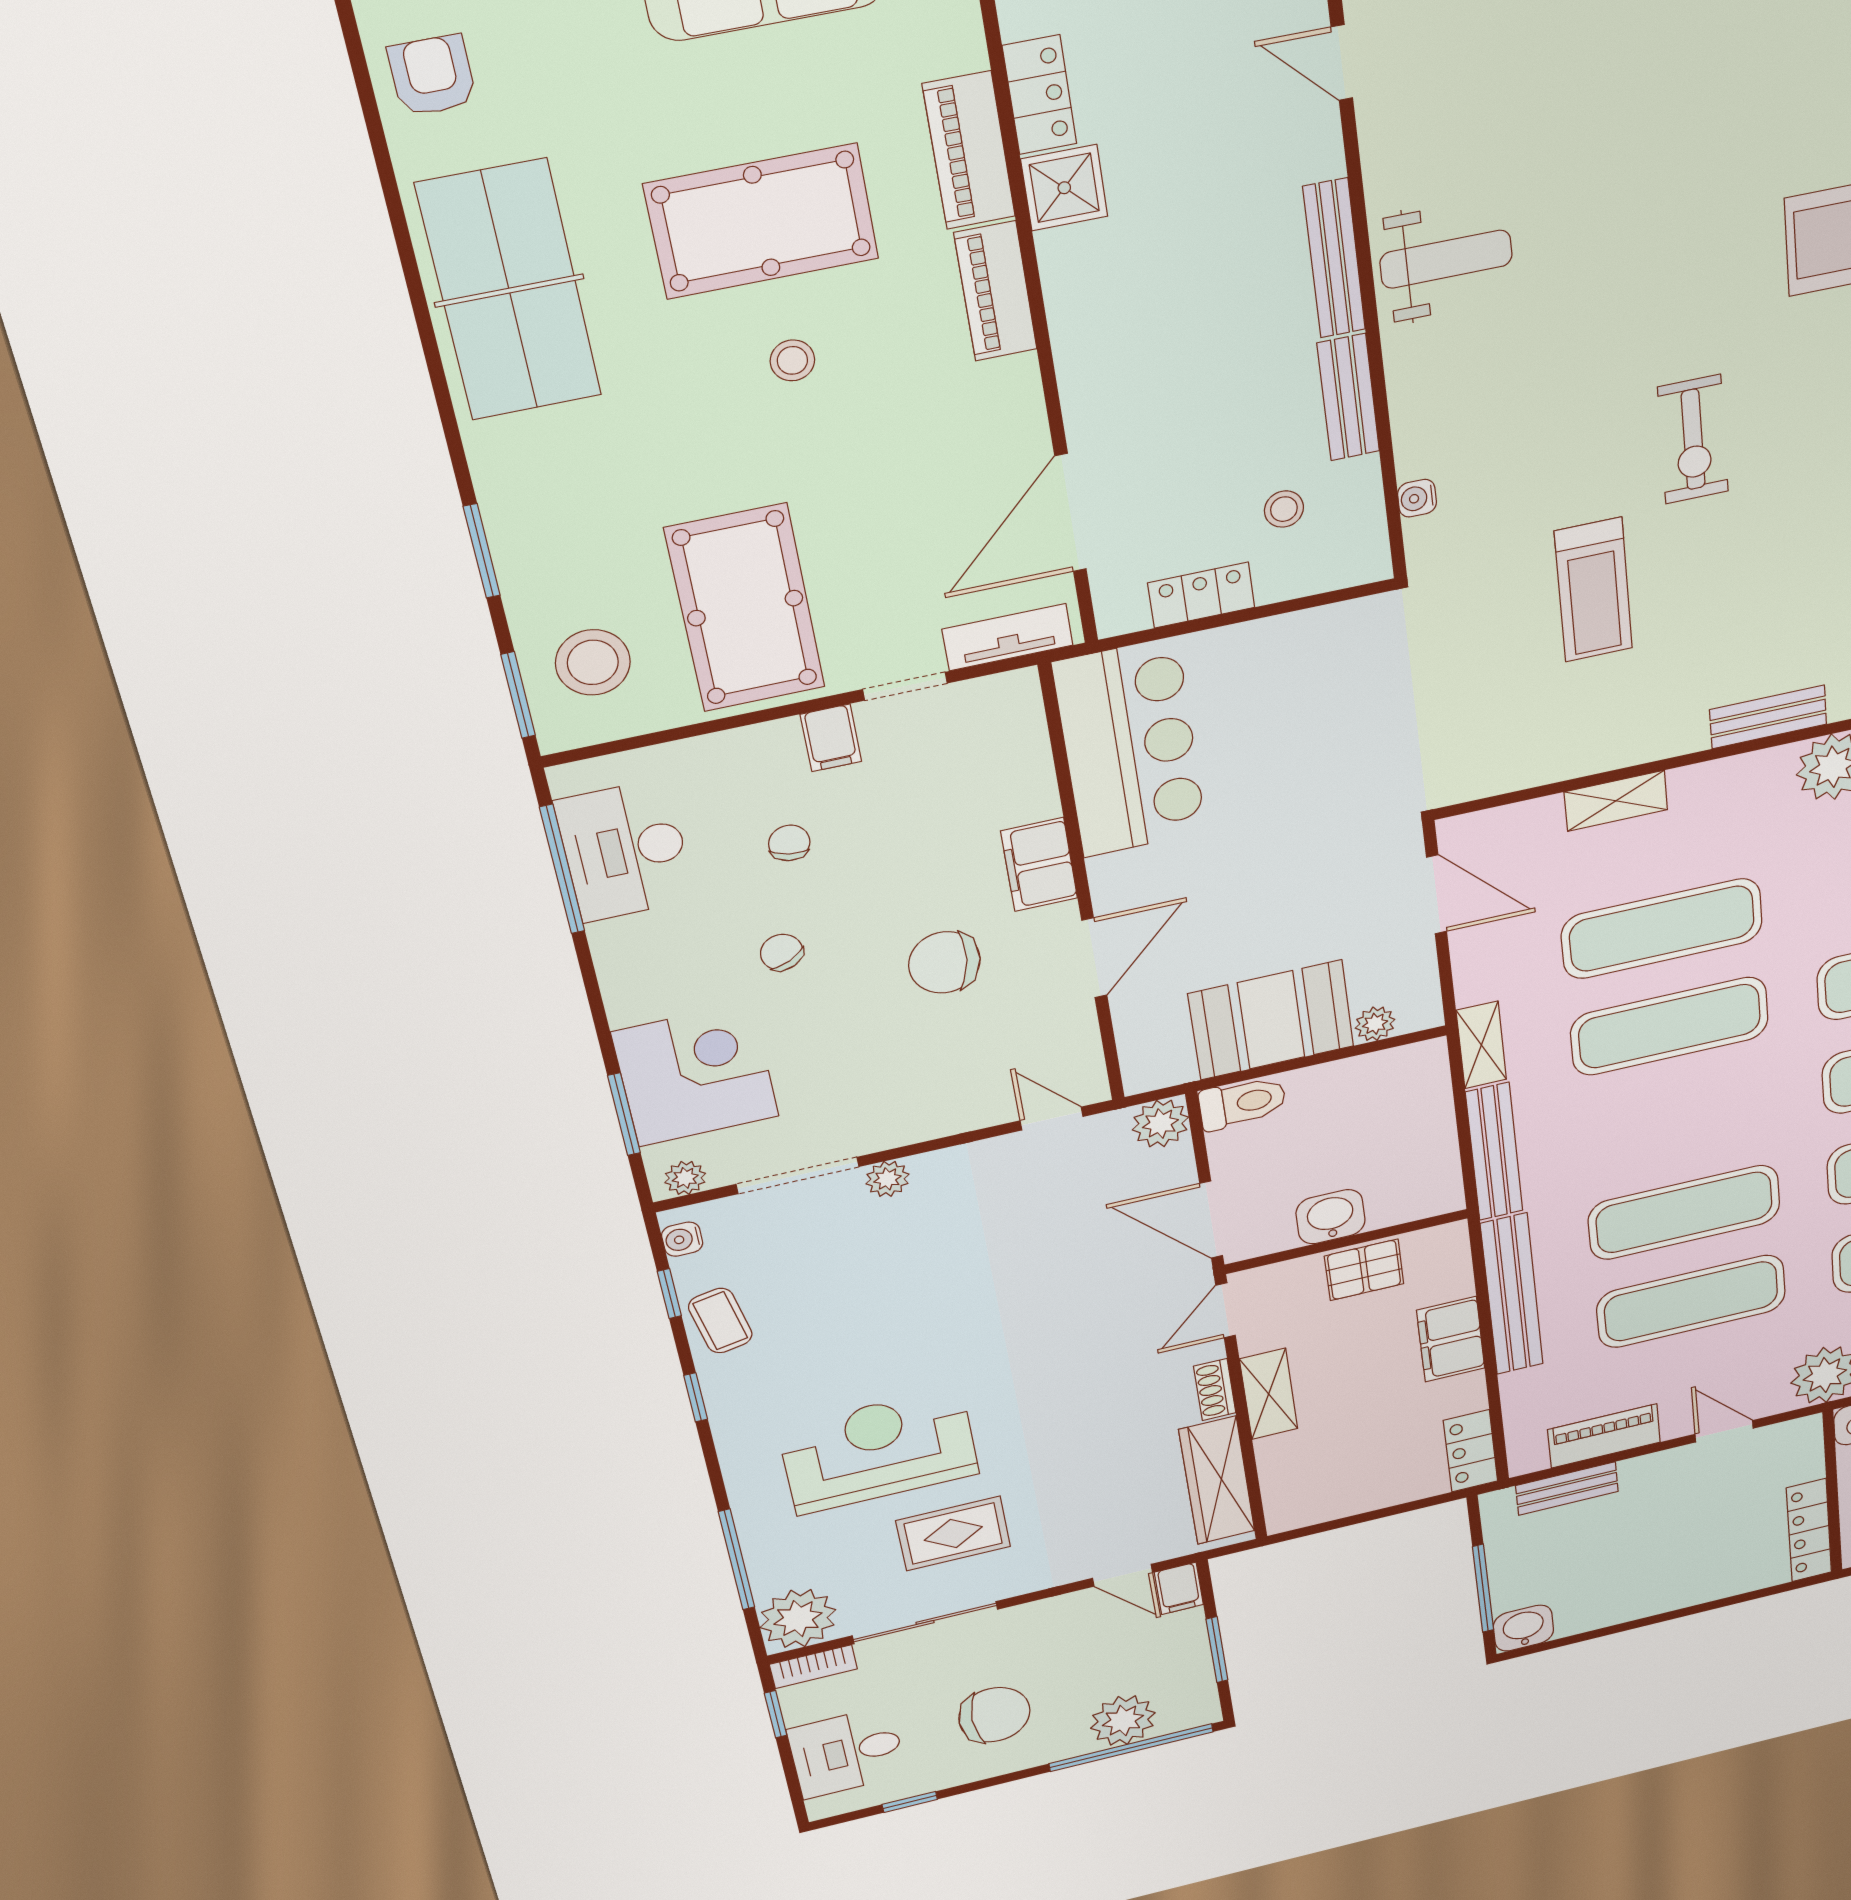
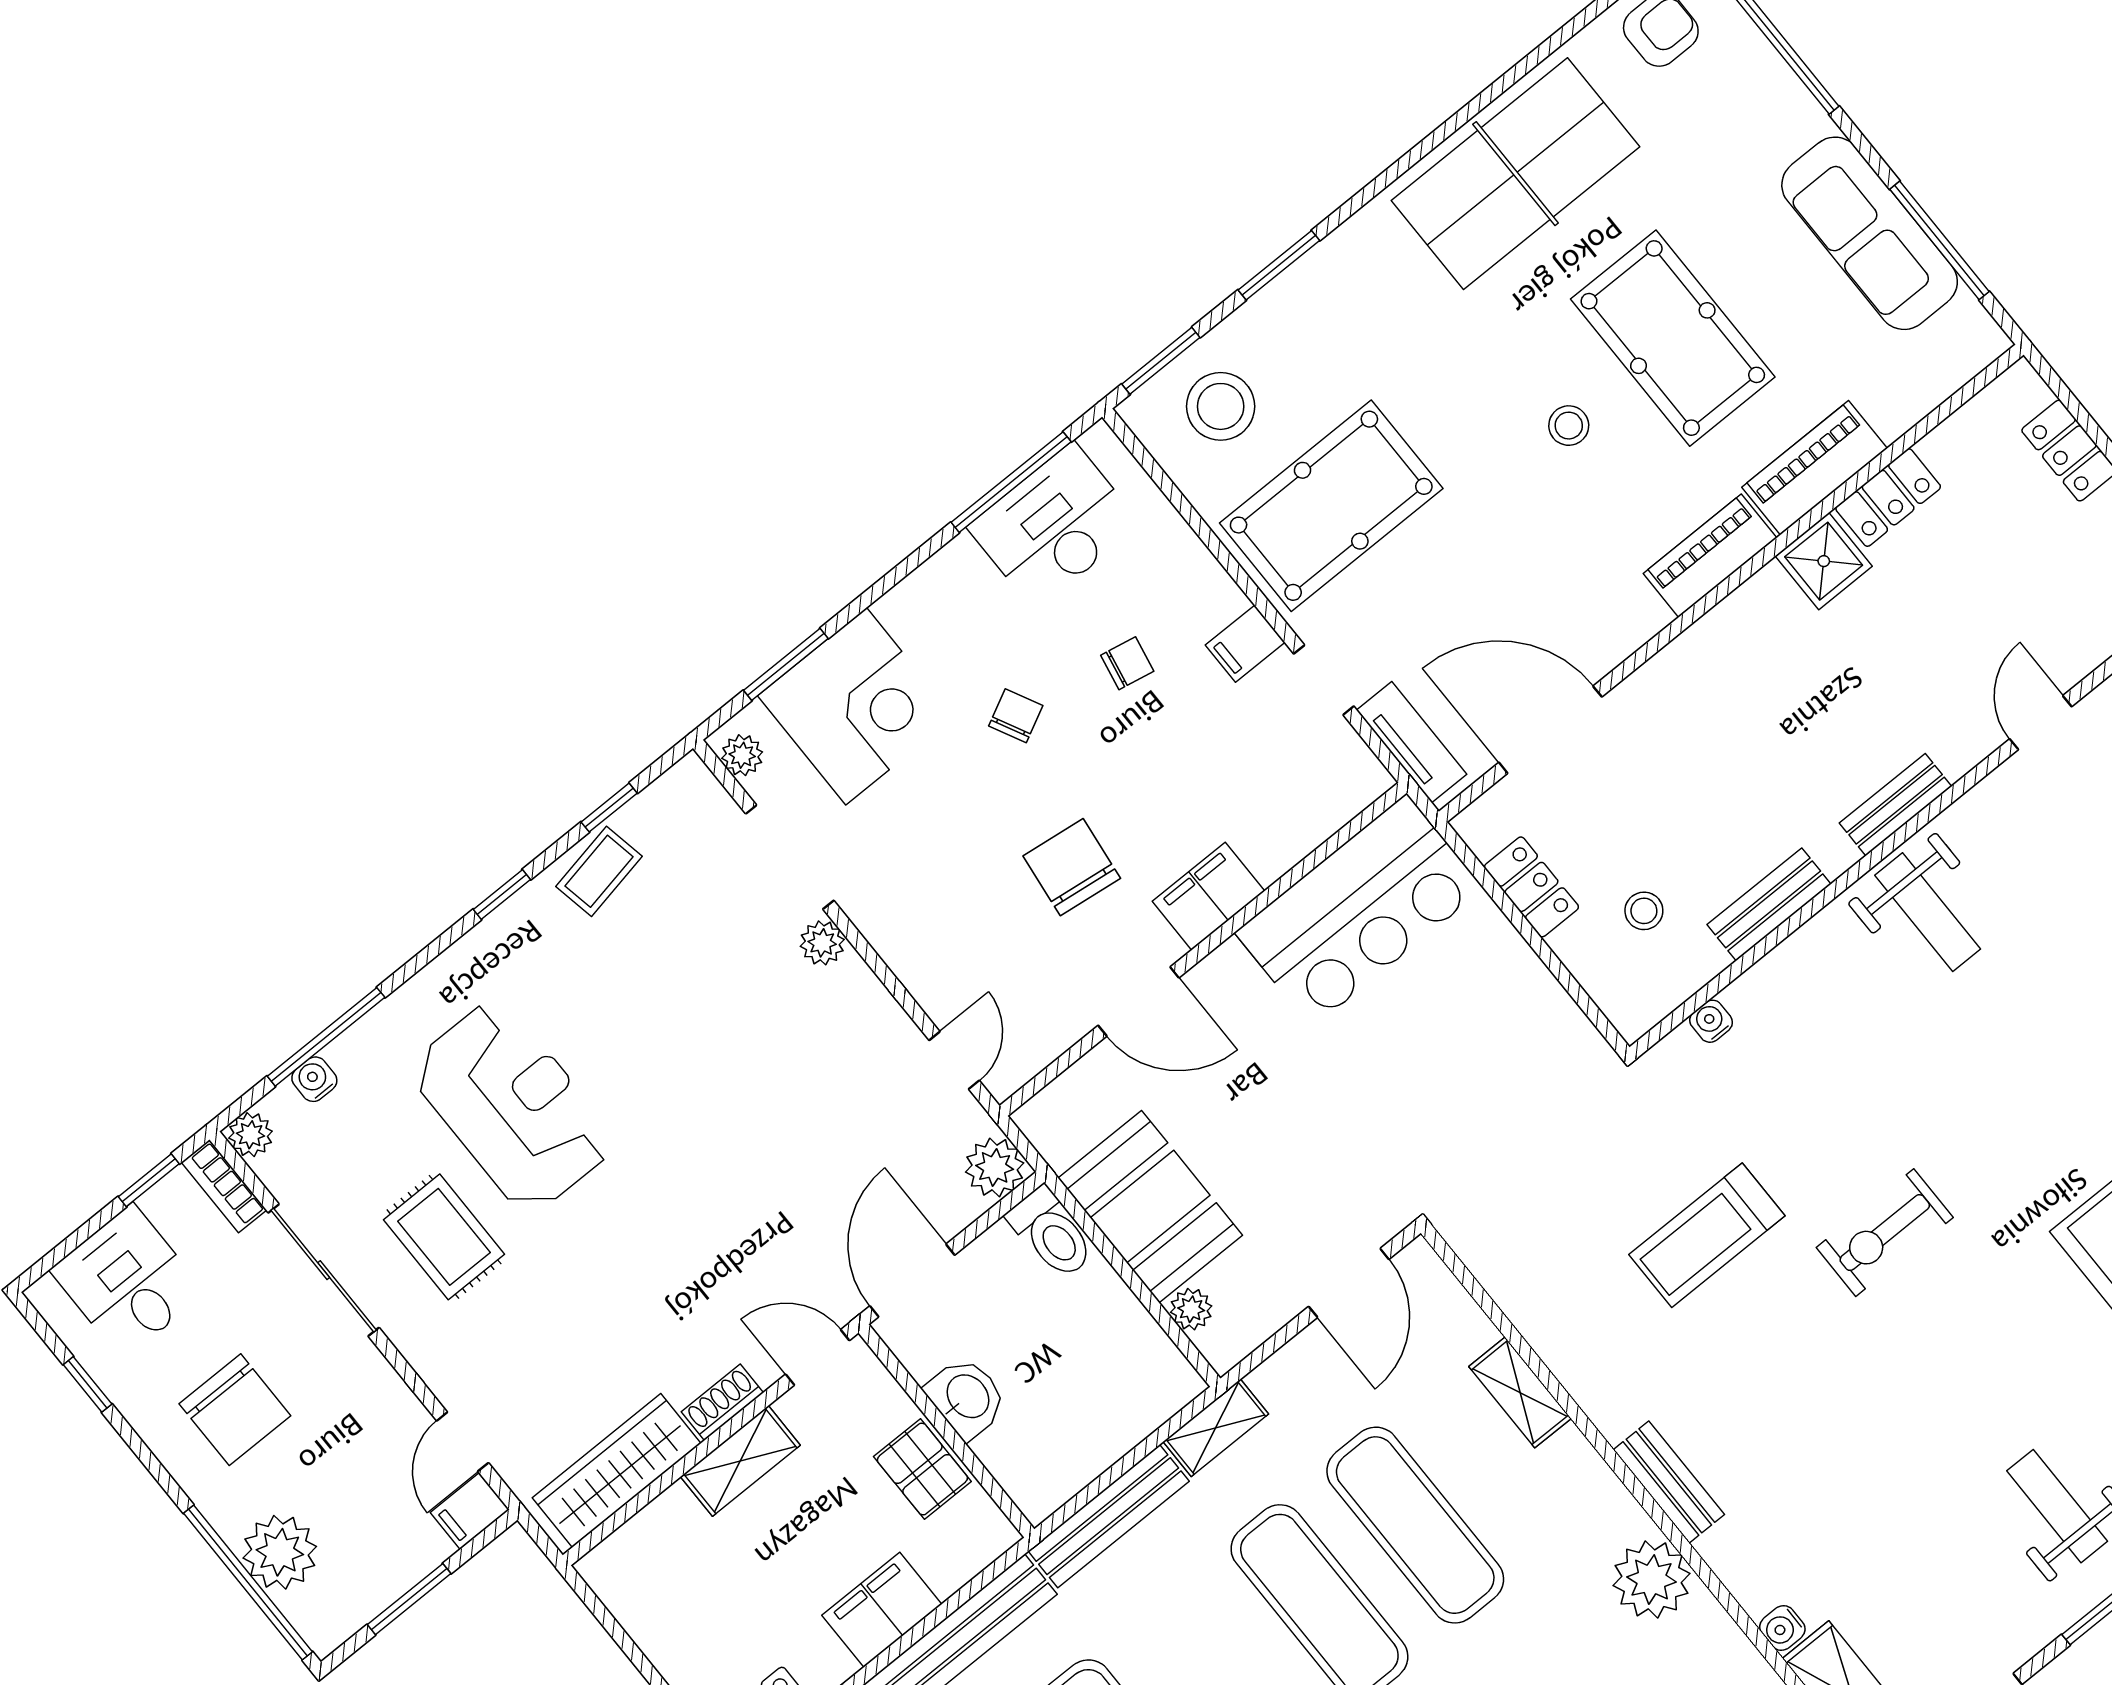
bench: (1334, 258) -> (1896, 805), width x0.73
water cooler: (682, 1239) -> (314, 1079), moved
plant: (798, 1619) -> (251, 1135), width x0.53, depth x0.53

